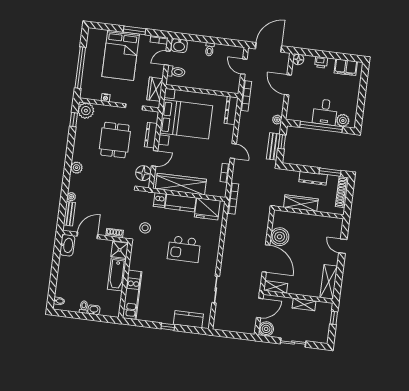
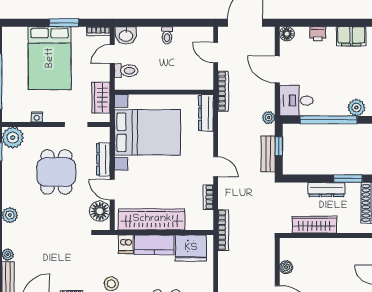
desk: (325, 112) -> (296, 101), moved, turned 90
door: (155, 158) -> (112, 190), swing flipped
boiler: (280, 237) -> (286, 267), width x0.54, depth x0.54

